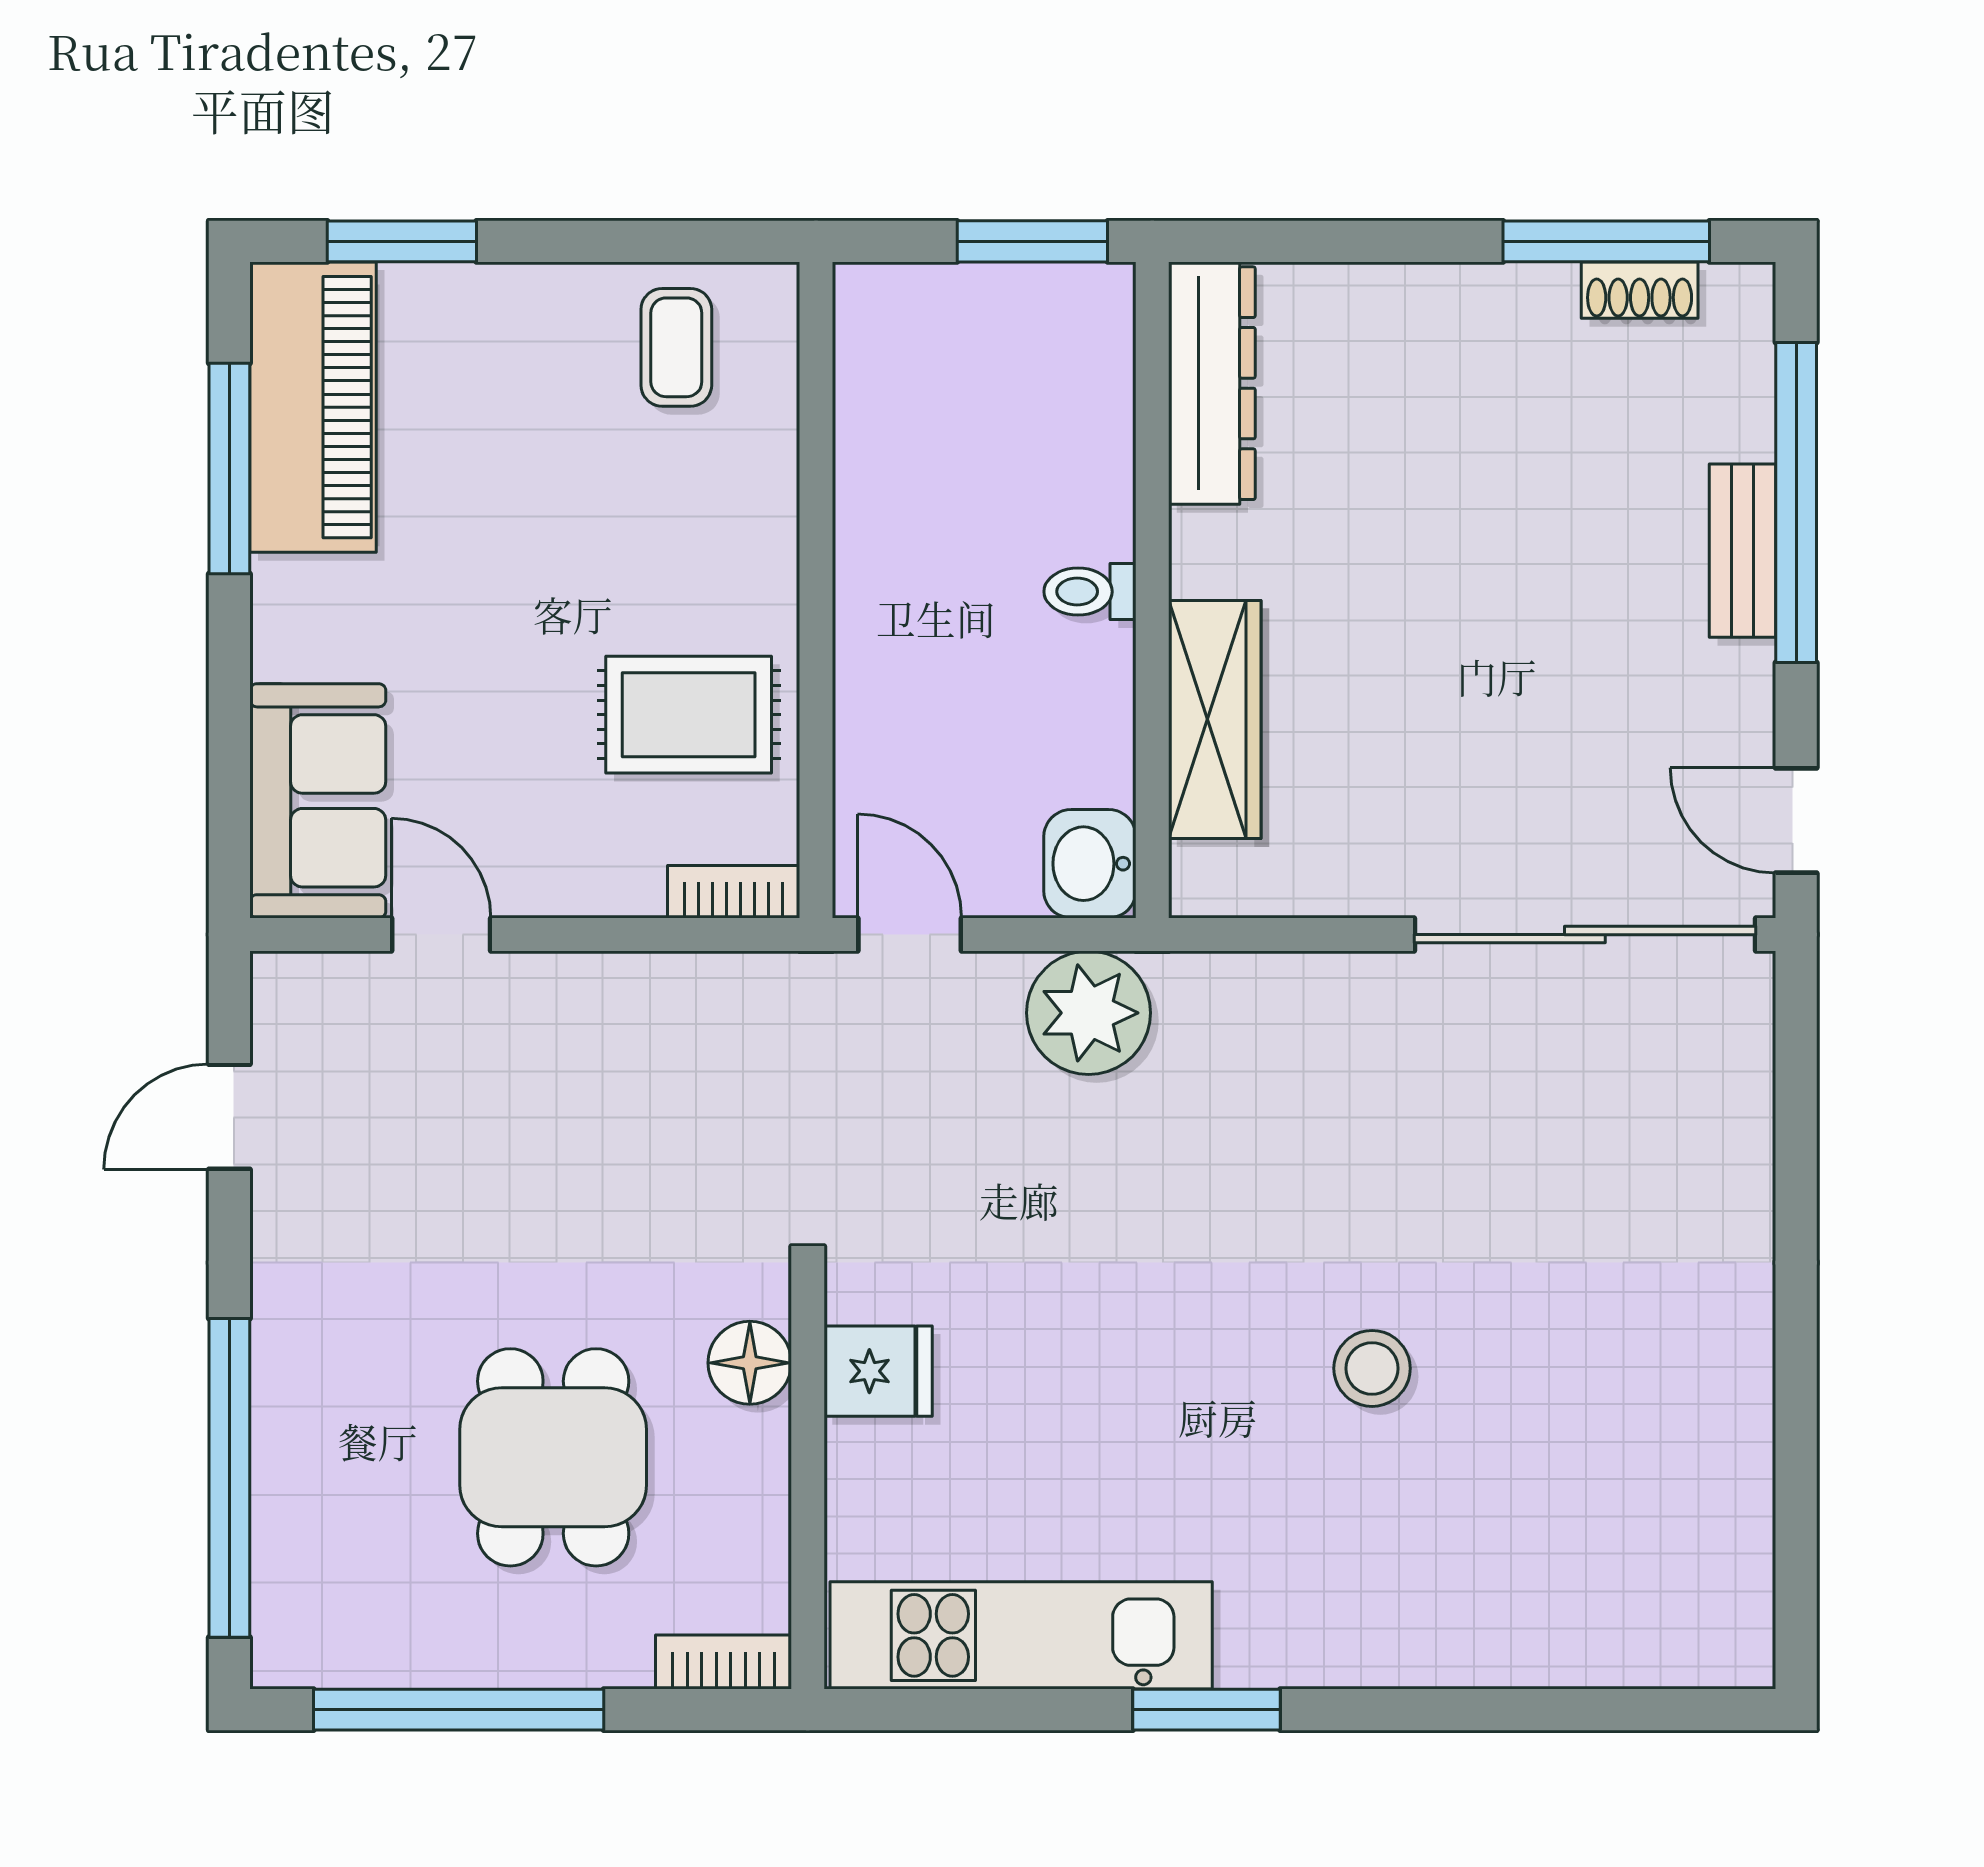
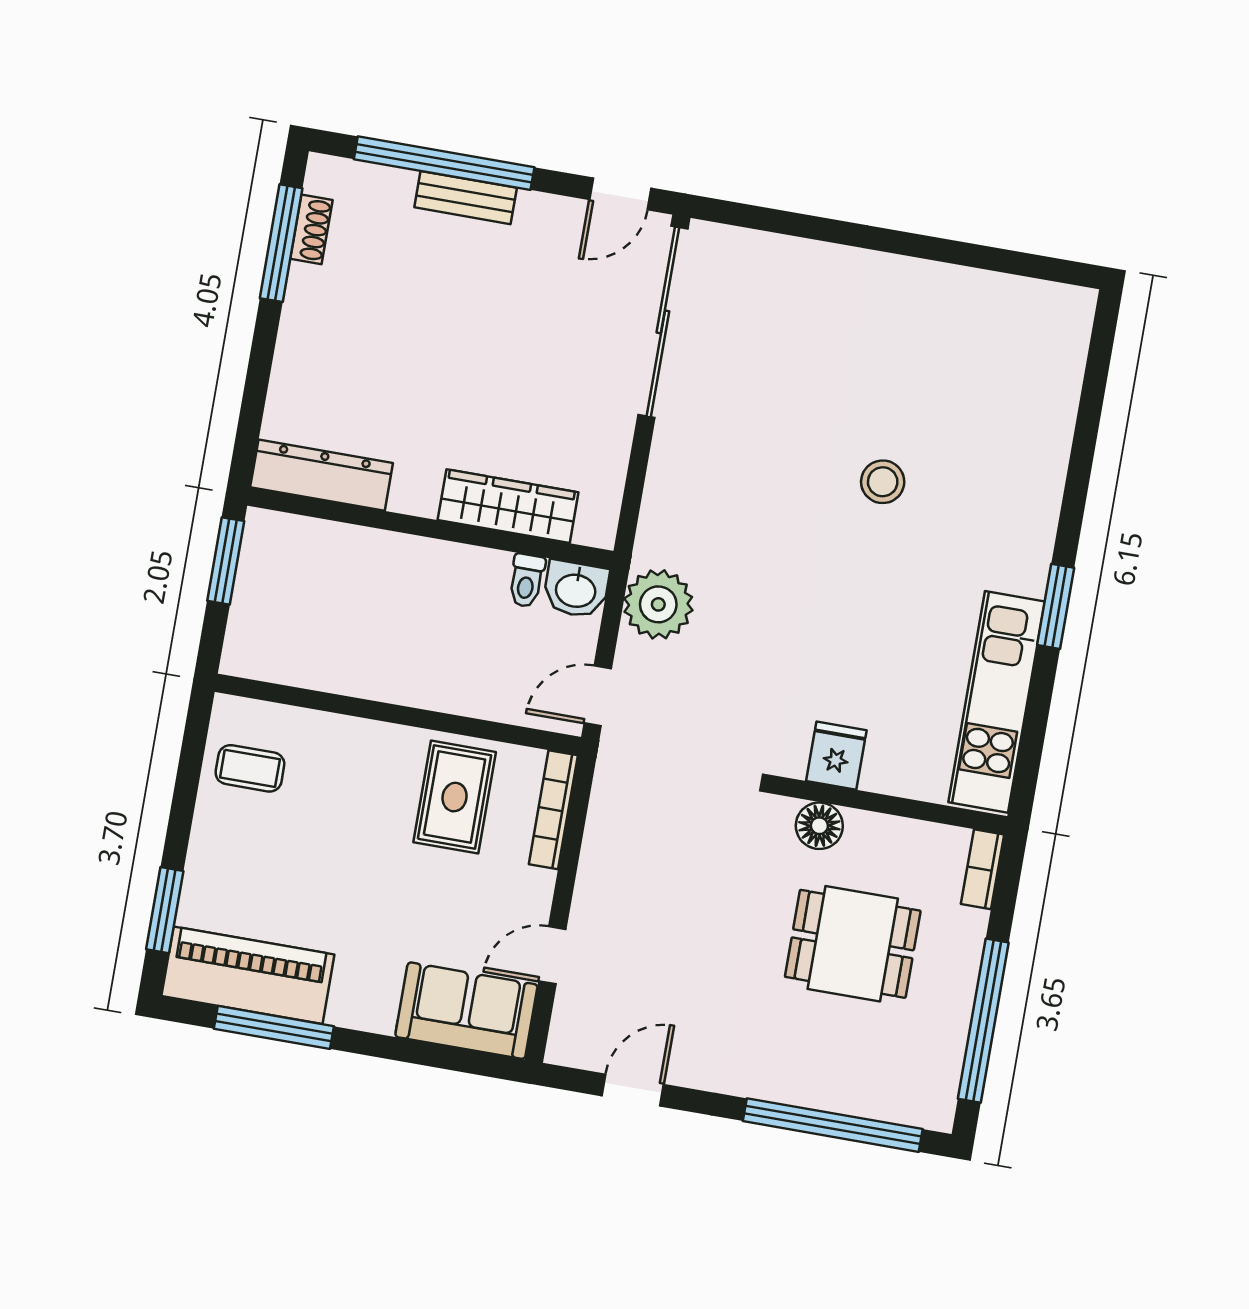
toilet: (1090, 592) -> (526, 581), moved
bookcase: (734, 892) -> (553, 810), width x1.56
door: (229, 1117) -> (633, 1090), swing flipped

